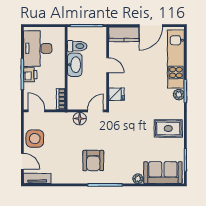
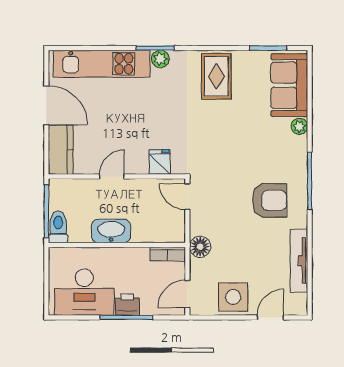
toilet: (77, 46) -> (58, 227), moved
floor lamp: (80, 119) -> (200, 247), moved
tv unit: (37, 178) -> (299, 261), moved, width x1.41

